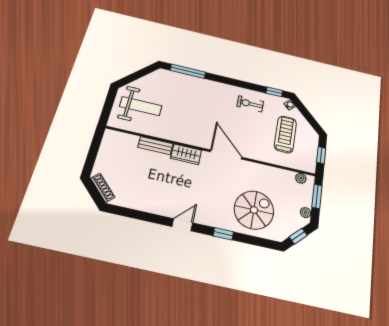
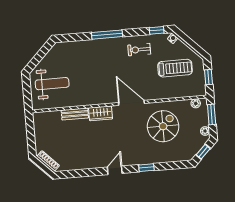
window: (188, 71) -> (107, 35), moved
treadmill: (285, 134) -> (175, 68), turned 90
spiral stairs: (254, 210) -> (163, 126), moved

